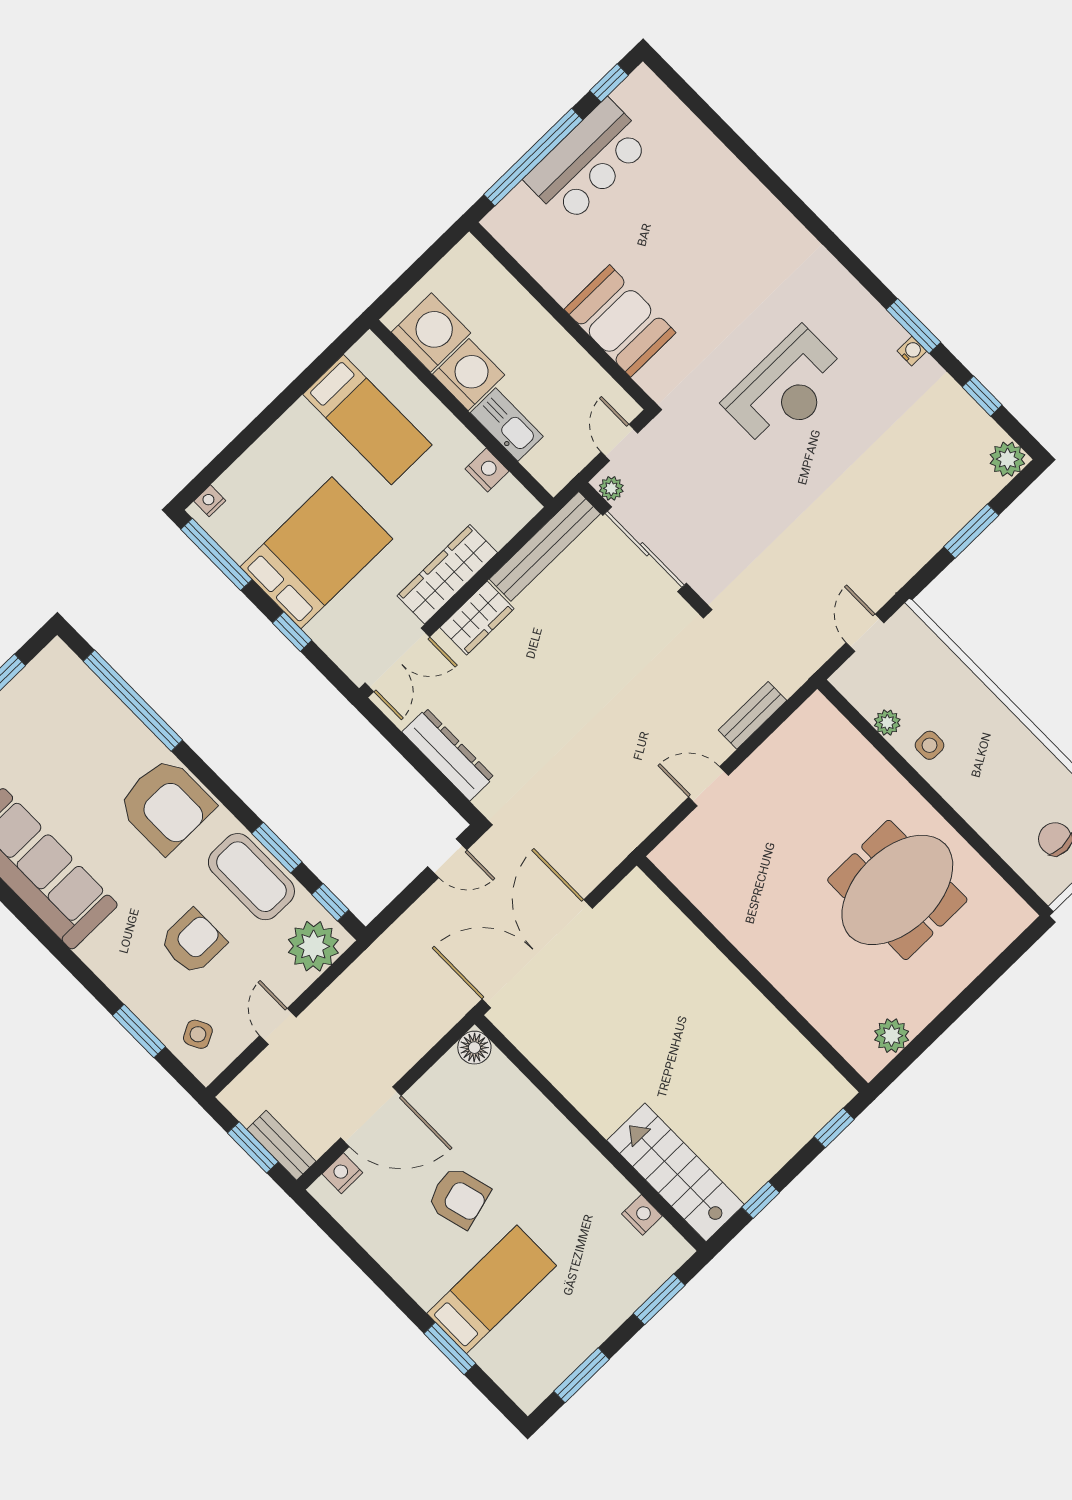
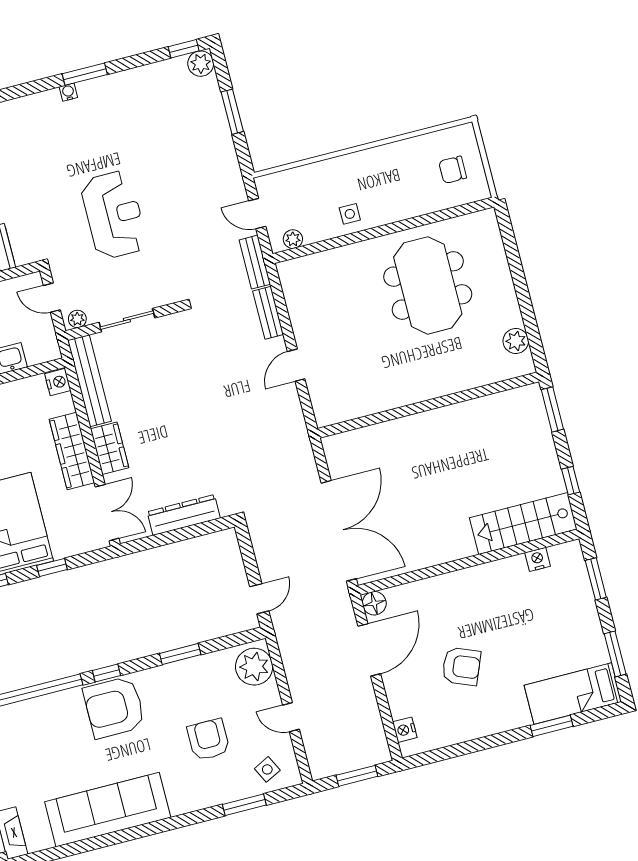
water cooler: (912, 351) -> (68, 92), moved
reception desk: (786, 389) -> (114, 215), moved
window: (982, 396) -> (184, 49), moved
nightstand: (487, 470) -> (58, 382), moved, turned 90
sliding door: (645, 549) -> (127, 320), width x0.73
plant: (887, 723) -> (293, 239), moved
armchair: (166, 805) -> (114, 707), turned 180
door: (447, 858) -> (259, 599), moved
coffee table: (251, 877) -> (189, 680), removed
window: (330, 902) -> (106, 673), moved
double door: (537, 954) -> (339, 531), swing flipped
door: (371, 1117) -> (369, 650), moved
window: (834, 1128) -> (552, 409), width x1.50
bench: (281, 1145) -> (255, 262), moved, turned 90
armchair: (459, 1198) -> (461, 666), turned 37
bed: (492, 1289) -> (573, 693), moved, turned -90

